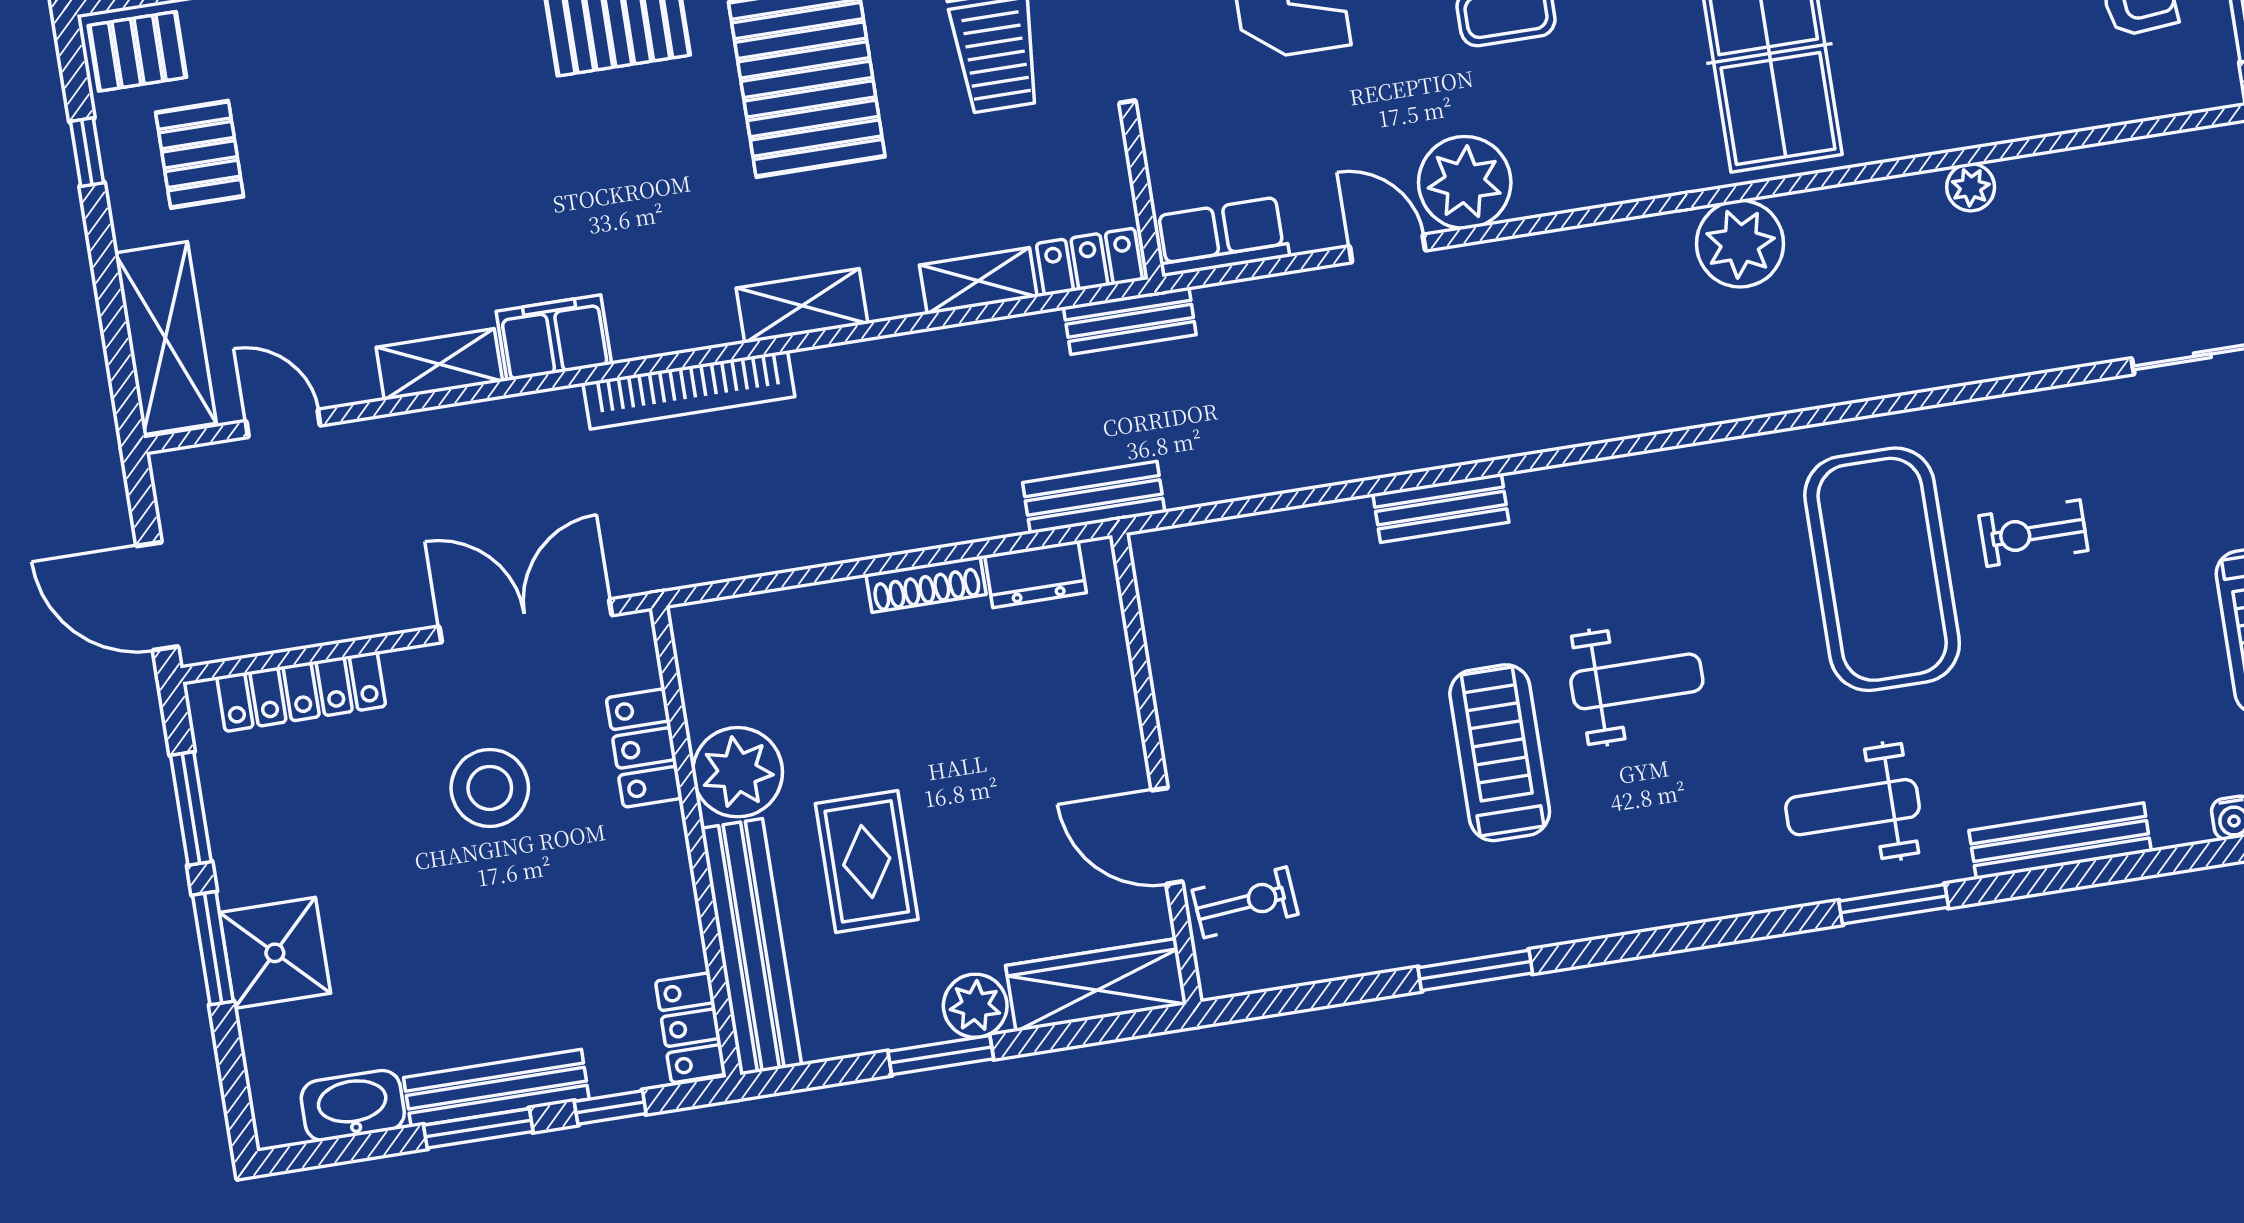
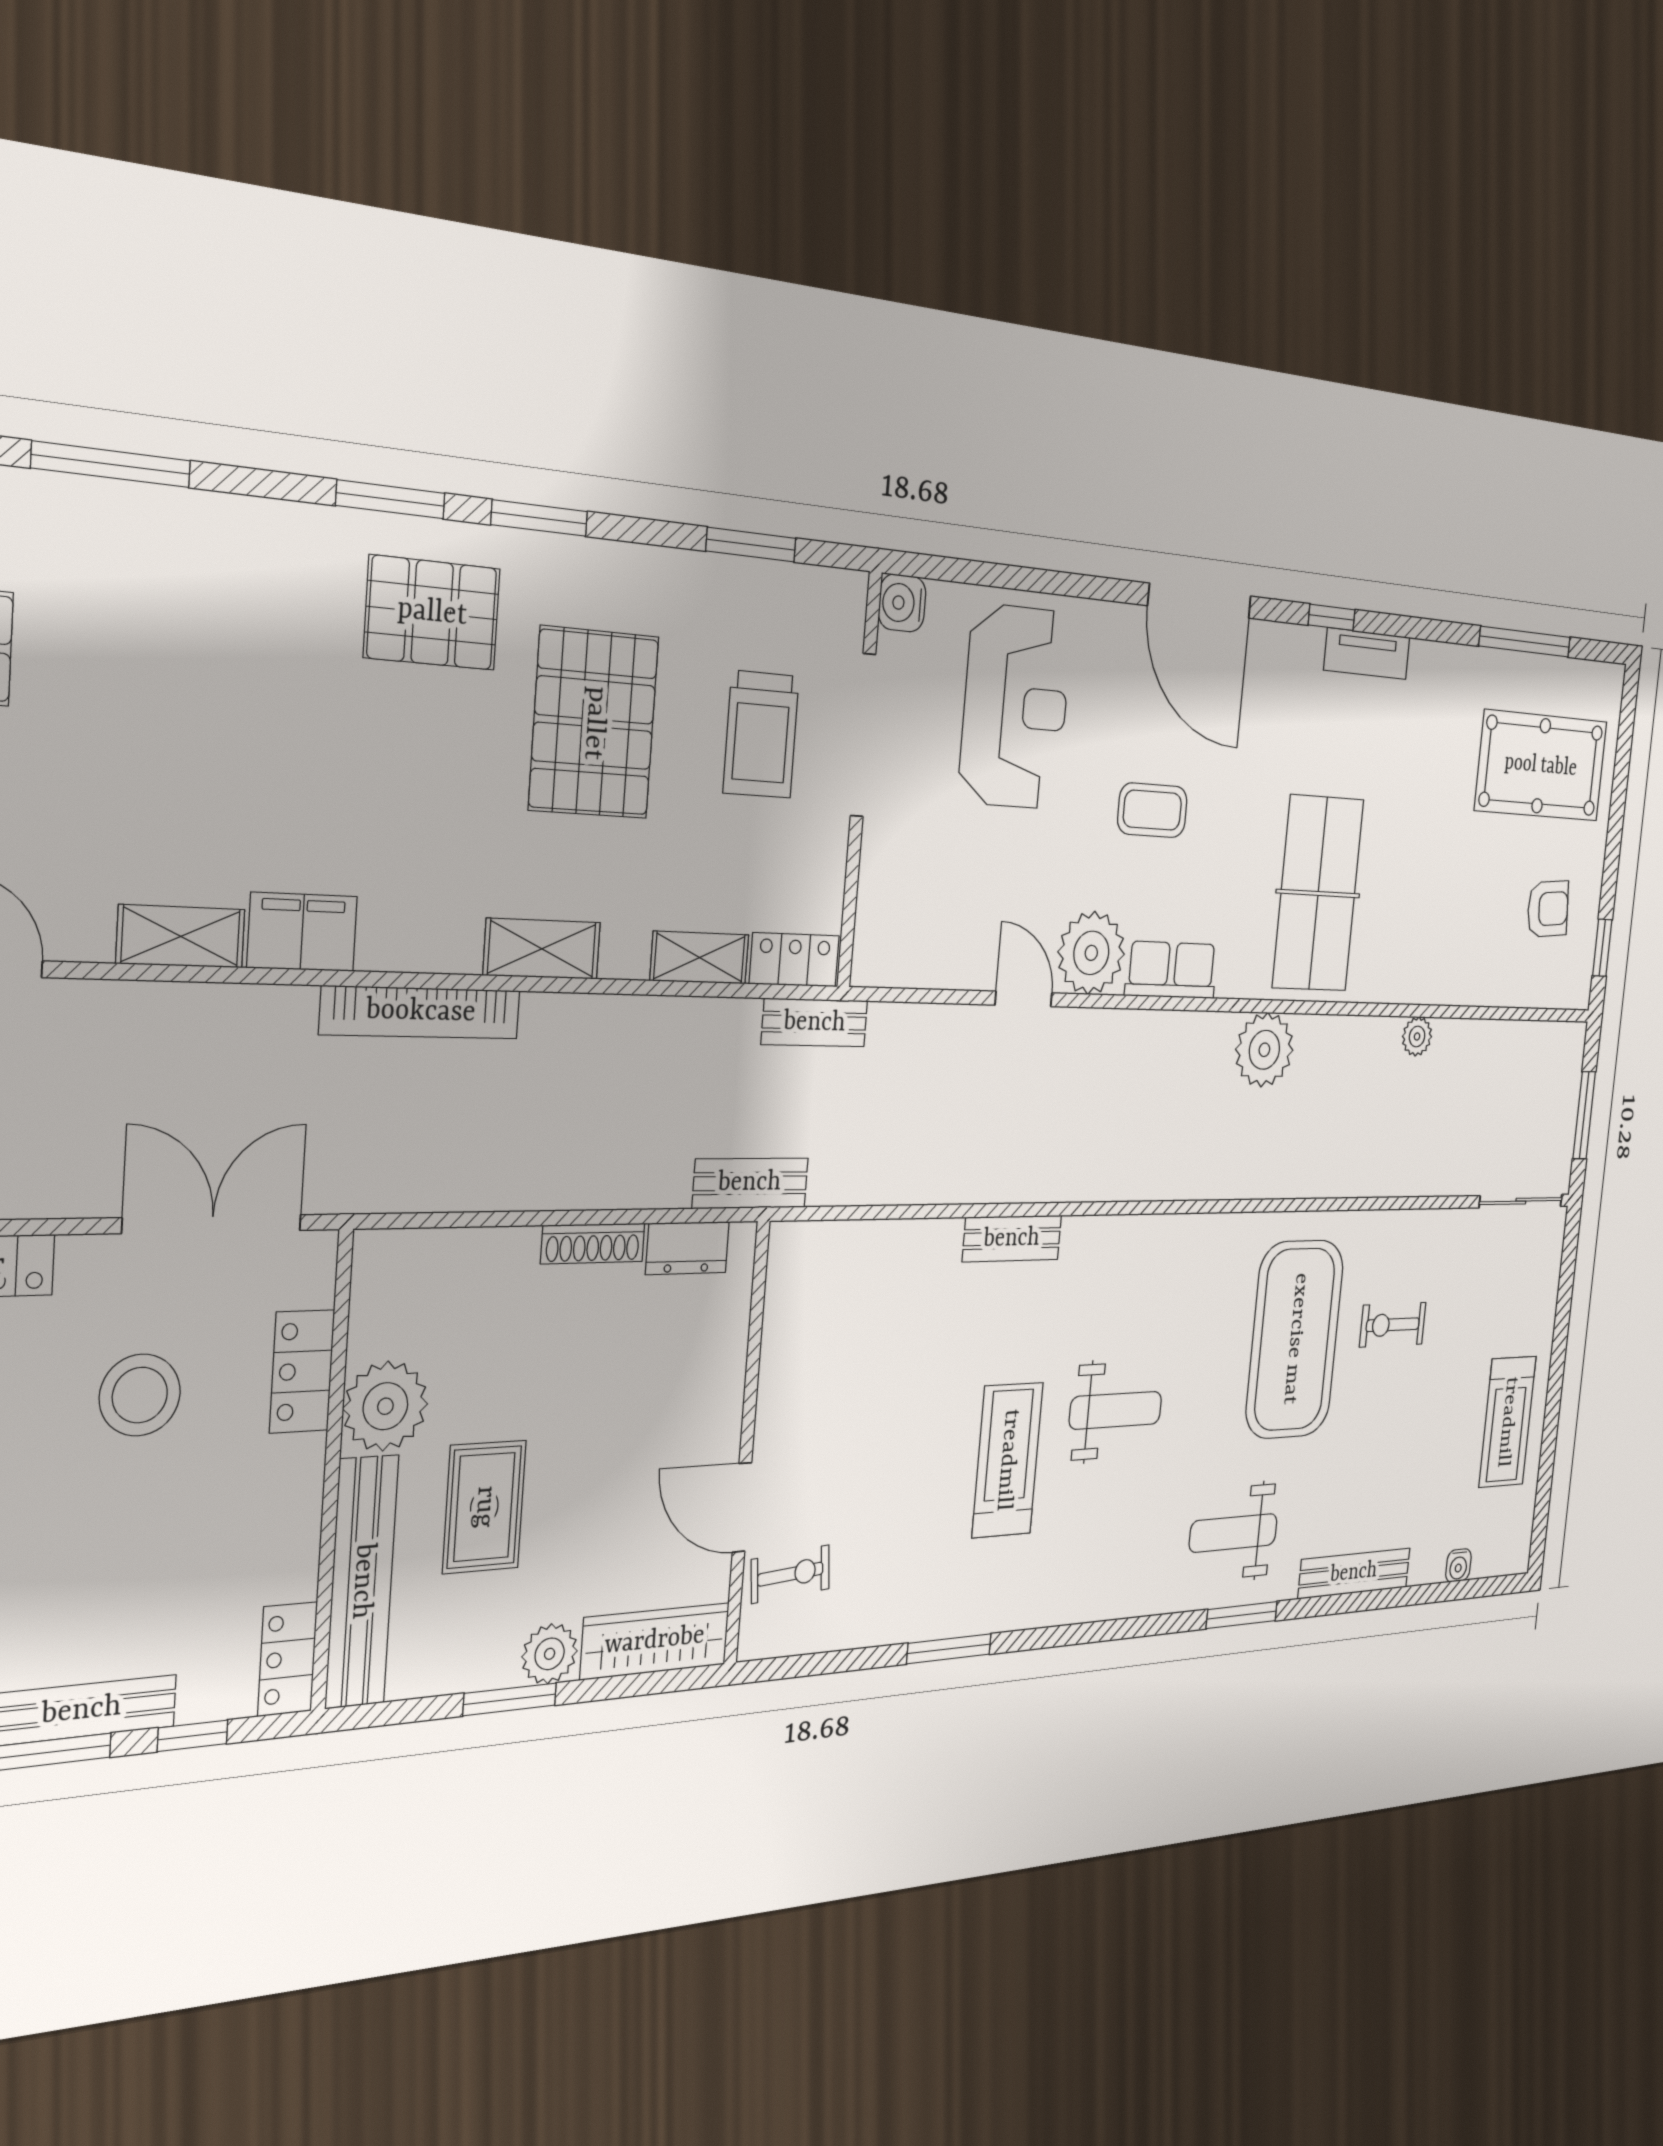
row of seats: (1222, 237) -> (1171, 970), moved

